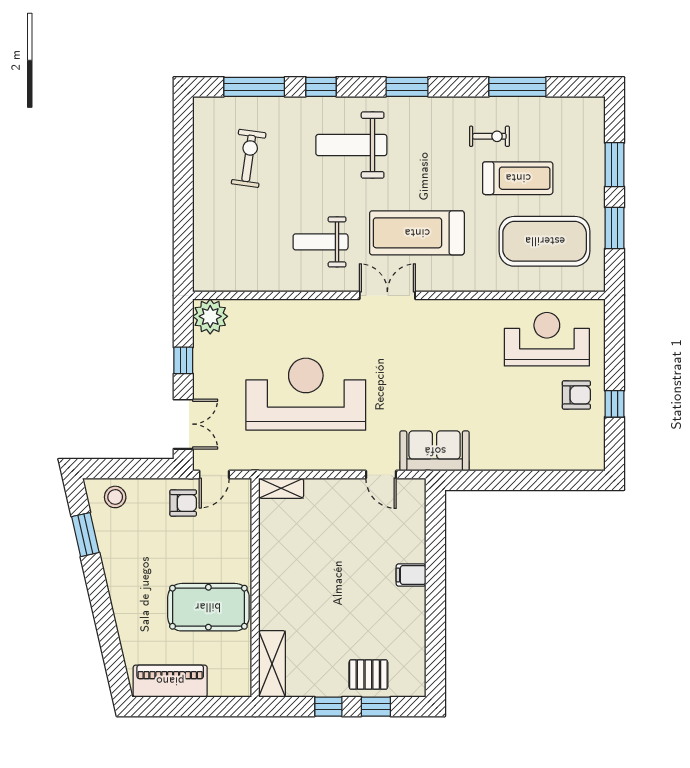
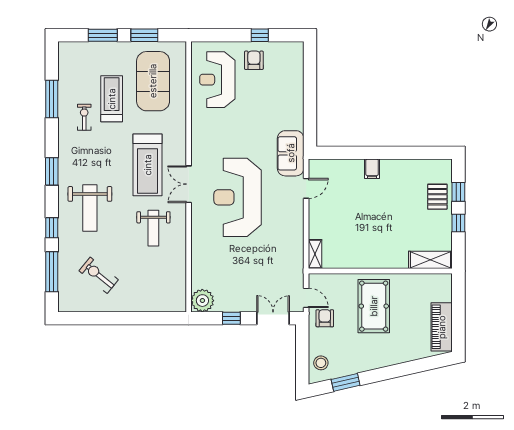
exercise bike: (249, 158) -> (99, 275), turned 31
reception desk: (306, 394) -> (238, 197), moved
pool table: (208, 607) -> (374, 306), moved

